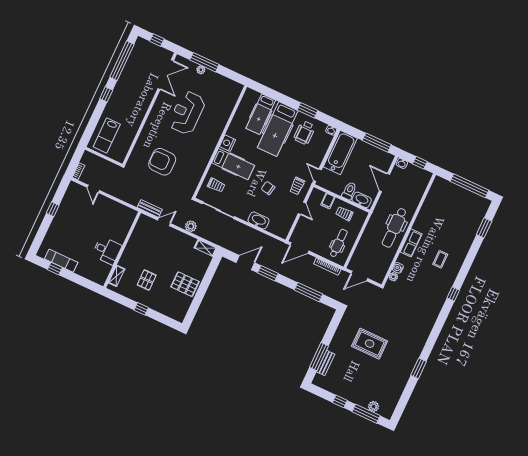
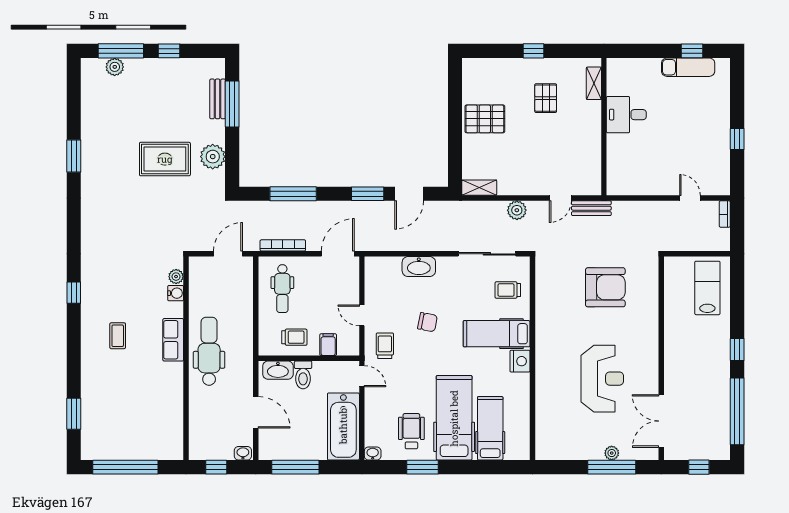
plant: (343, 333) -> (213, 157), added

